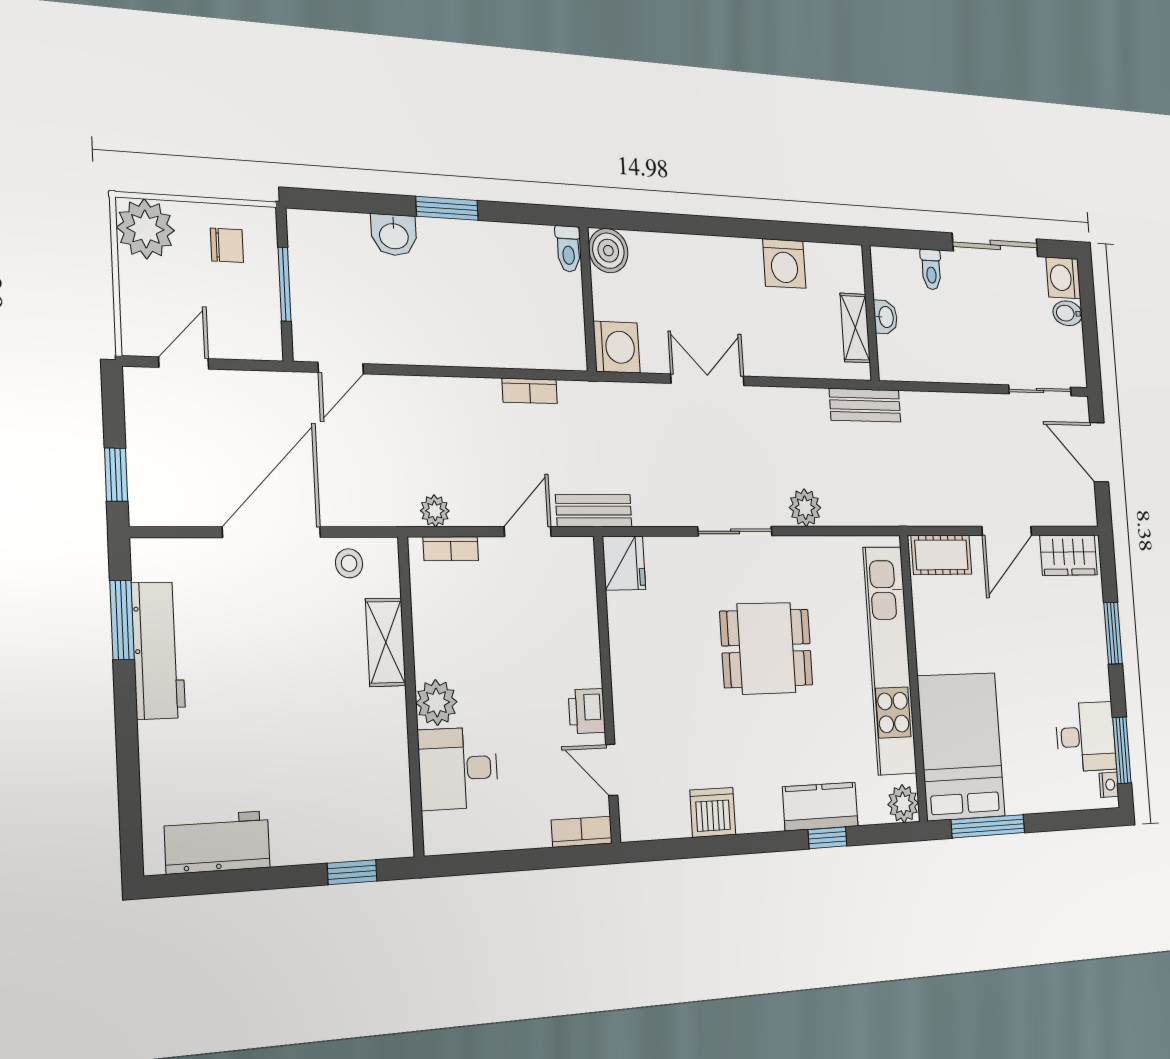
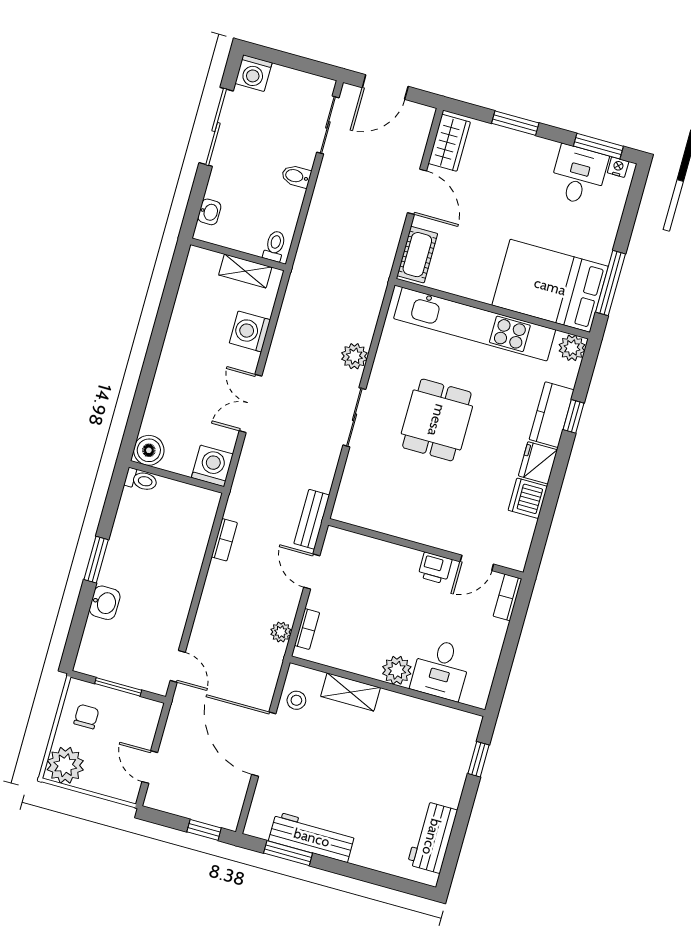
washing machine: (784, 264) -> (250, 331), moved, turned 180
toilet: (931, 269) -> (275, 246), moved, turned -90
bidet: (1067, 313) -> (296, 176), moved, turned 90
washbasin: (885, 317) -> (209, 212), moved, turned 90
bench: (865, 405) -> (299, 282), removed
fridge: (624, 563) -> (538, 463), moved, turned -90

